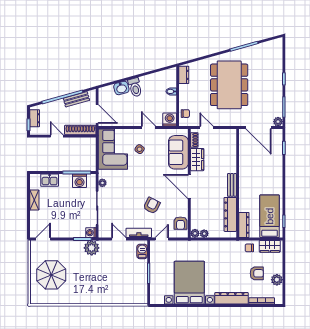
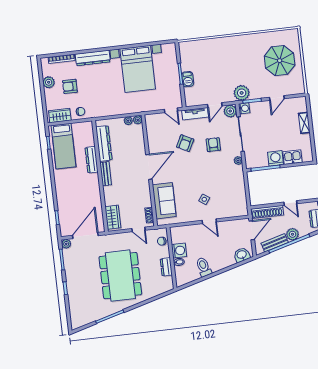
dresser: (184, 75) -> (166, 267), moved
toilet: (135, 87) -> (204, 267), moved
washbasin: (121, 88) -> (242, 255), moved
plant: (58, 106) -> (292, 234), added
door: (97, 114) -> (252, 230), swing flipped
washing machine: (170, 120) -> (179, 251), moved, turned -90
door: (148, 127) -> (209, 221), moved
door: (259, 127) -> (85, 236), hinge flipped
corner sofa: (113, 149) -> (231, 196), removed
wardrobe: (197, 160) -> (113, 217), moved, turned 180
washing machine: (79, 181) -> (276, 158), moved
door: (189, 187) -> (149, 167), hinge flipped
shelving: (34, 200) -> (304, 123), moved
armchair: (180, 223) -> (213, 145), moved
dresser: (244, 225) -> (92, 160), moved
plant: (105, 232) -> (230, 111), added
door: (43, 239) -> (277, 98), moved
door: (119, 239) -> (215, 105), hinge flipped
door: (162, 239) -> (171, 110), hinge flipped
barbecue: (142, 251) -> (188, 79), moved

